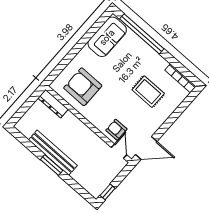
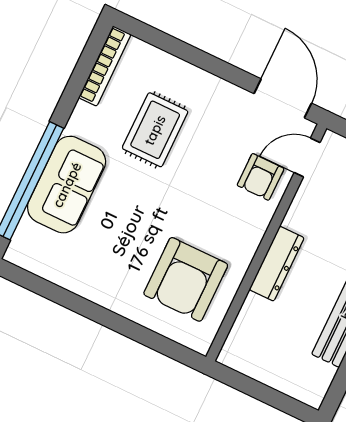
sofa: (107, 37) -> (67, 185), moved, turned 90
dresser: (53, 104) -> (277, 264), moved

